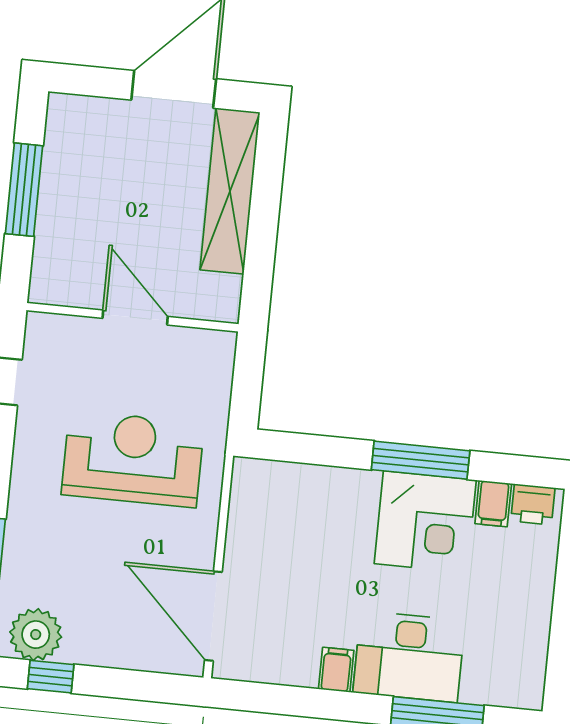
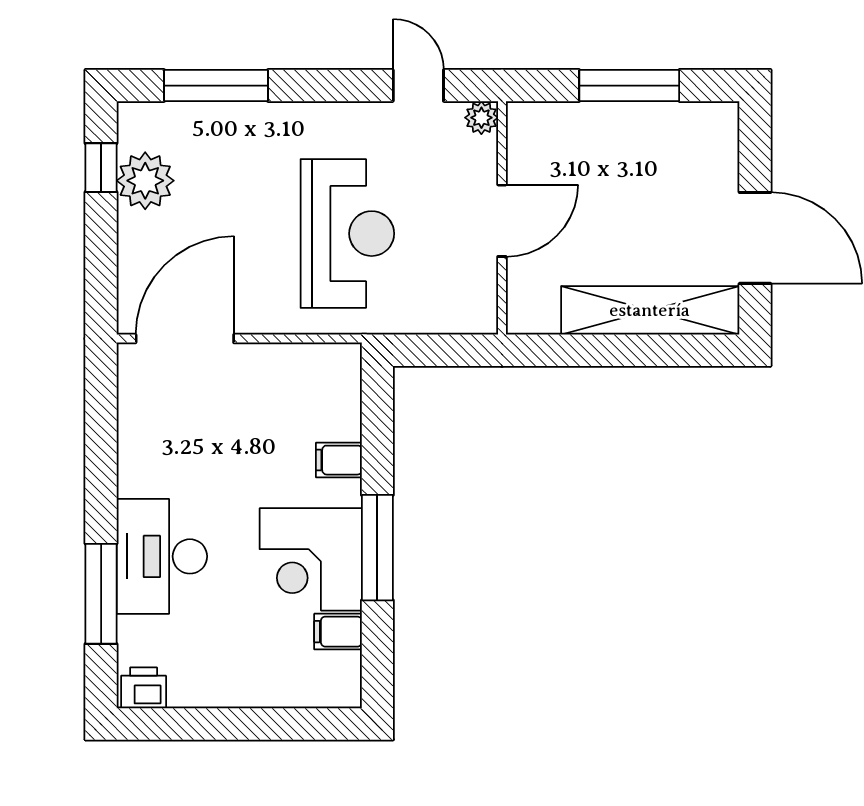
plant: (40, 327) -> (481, 118), added
printer: (533, 504) -> (144, 688), moved, turned 90
plant: (36, 635) -> (145, 181), moved
filing cabinet: (336, 670) -> (339, 460), moved, turned 180

